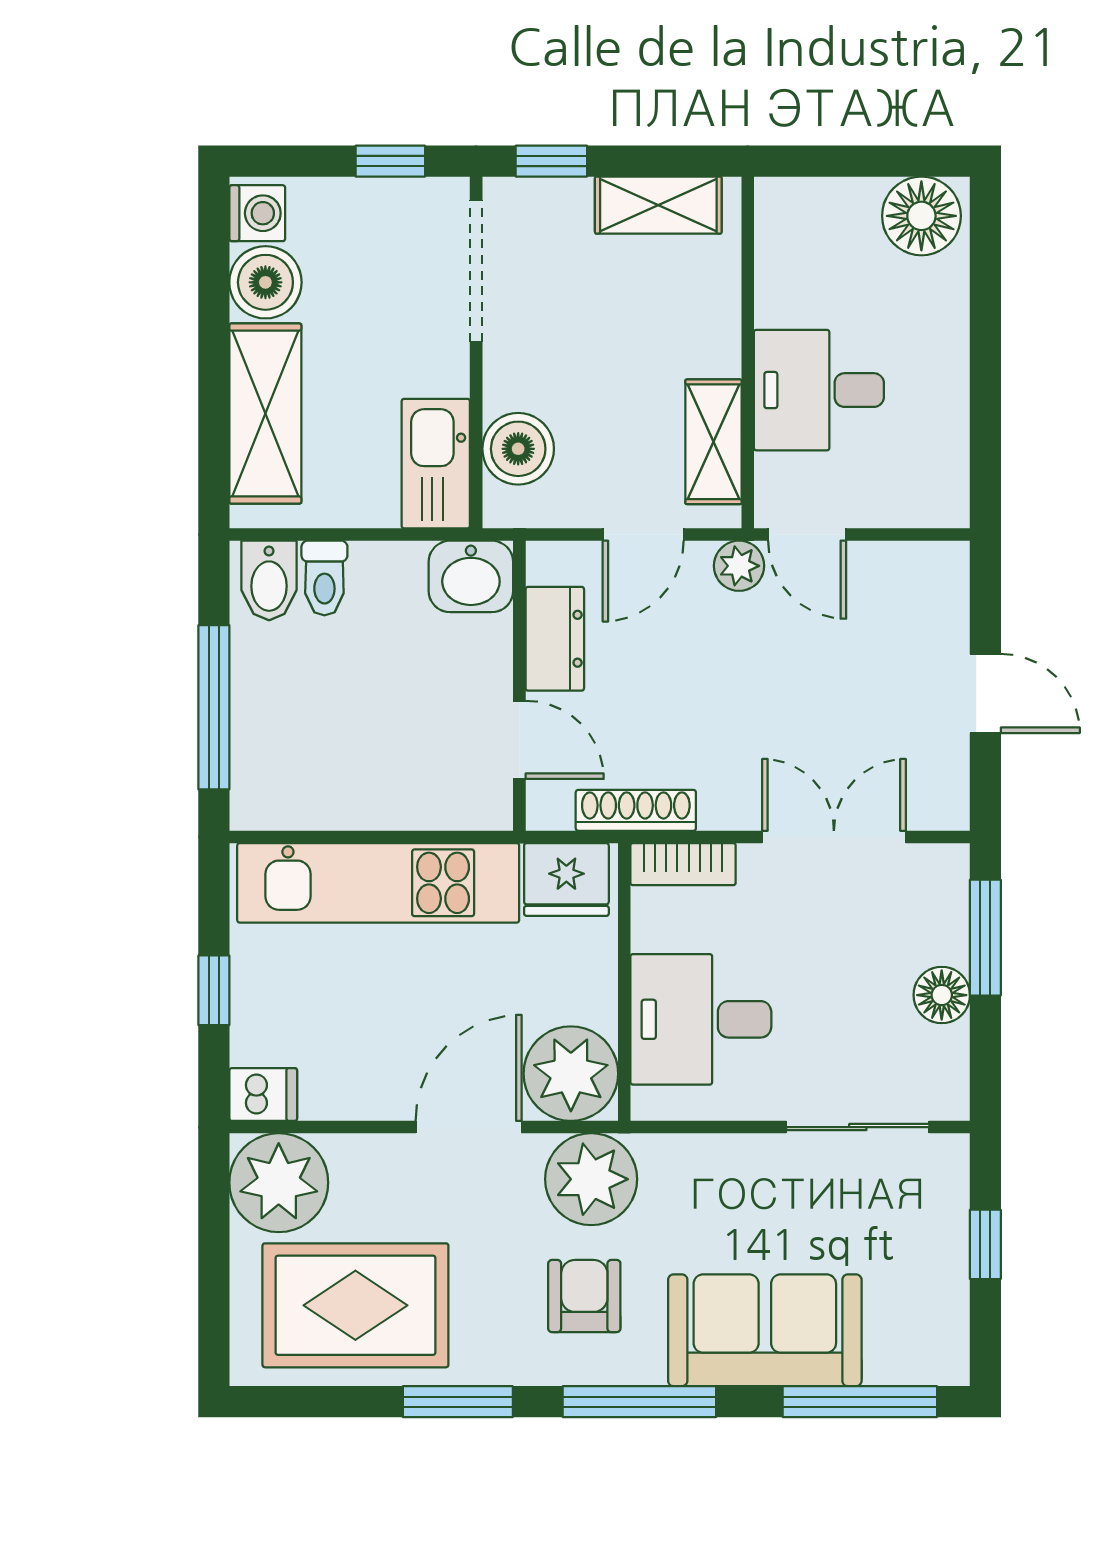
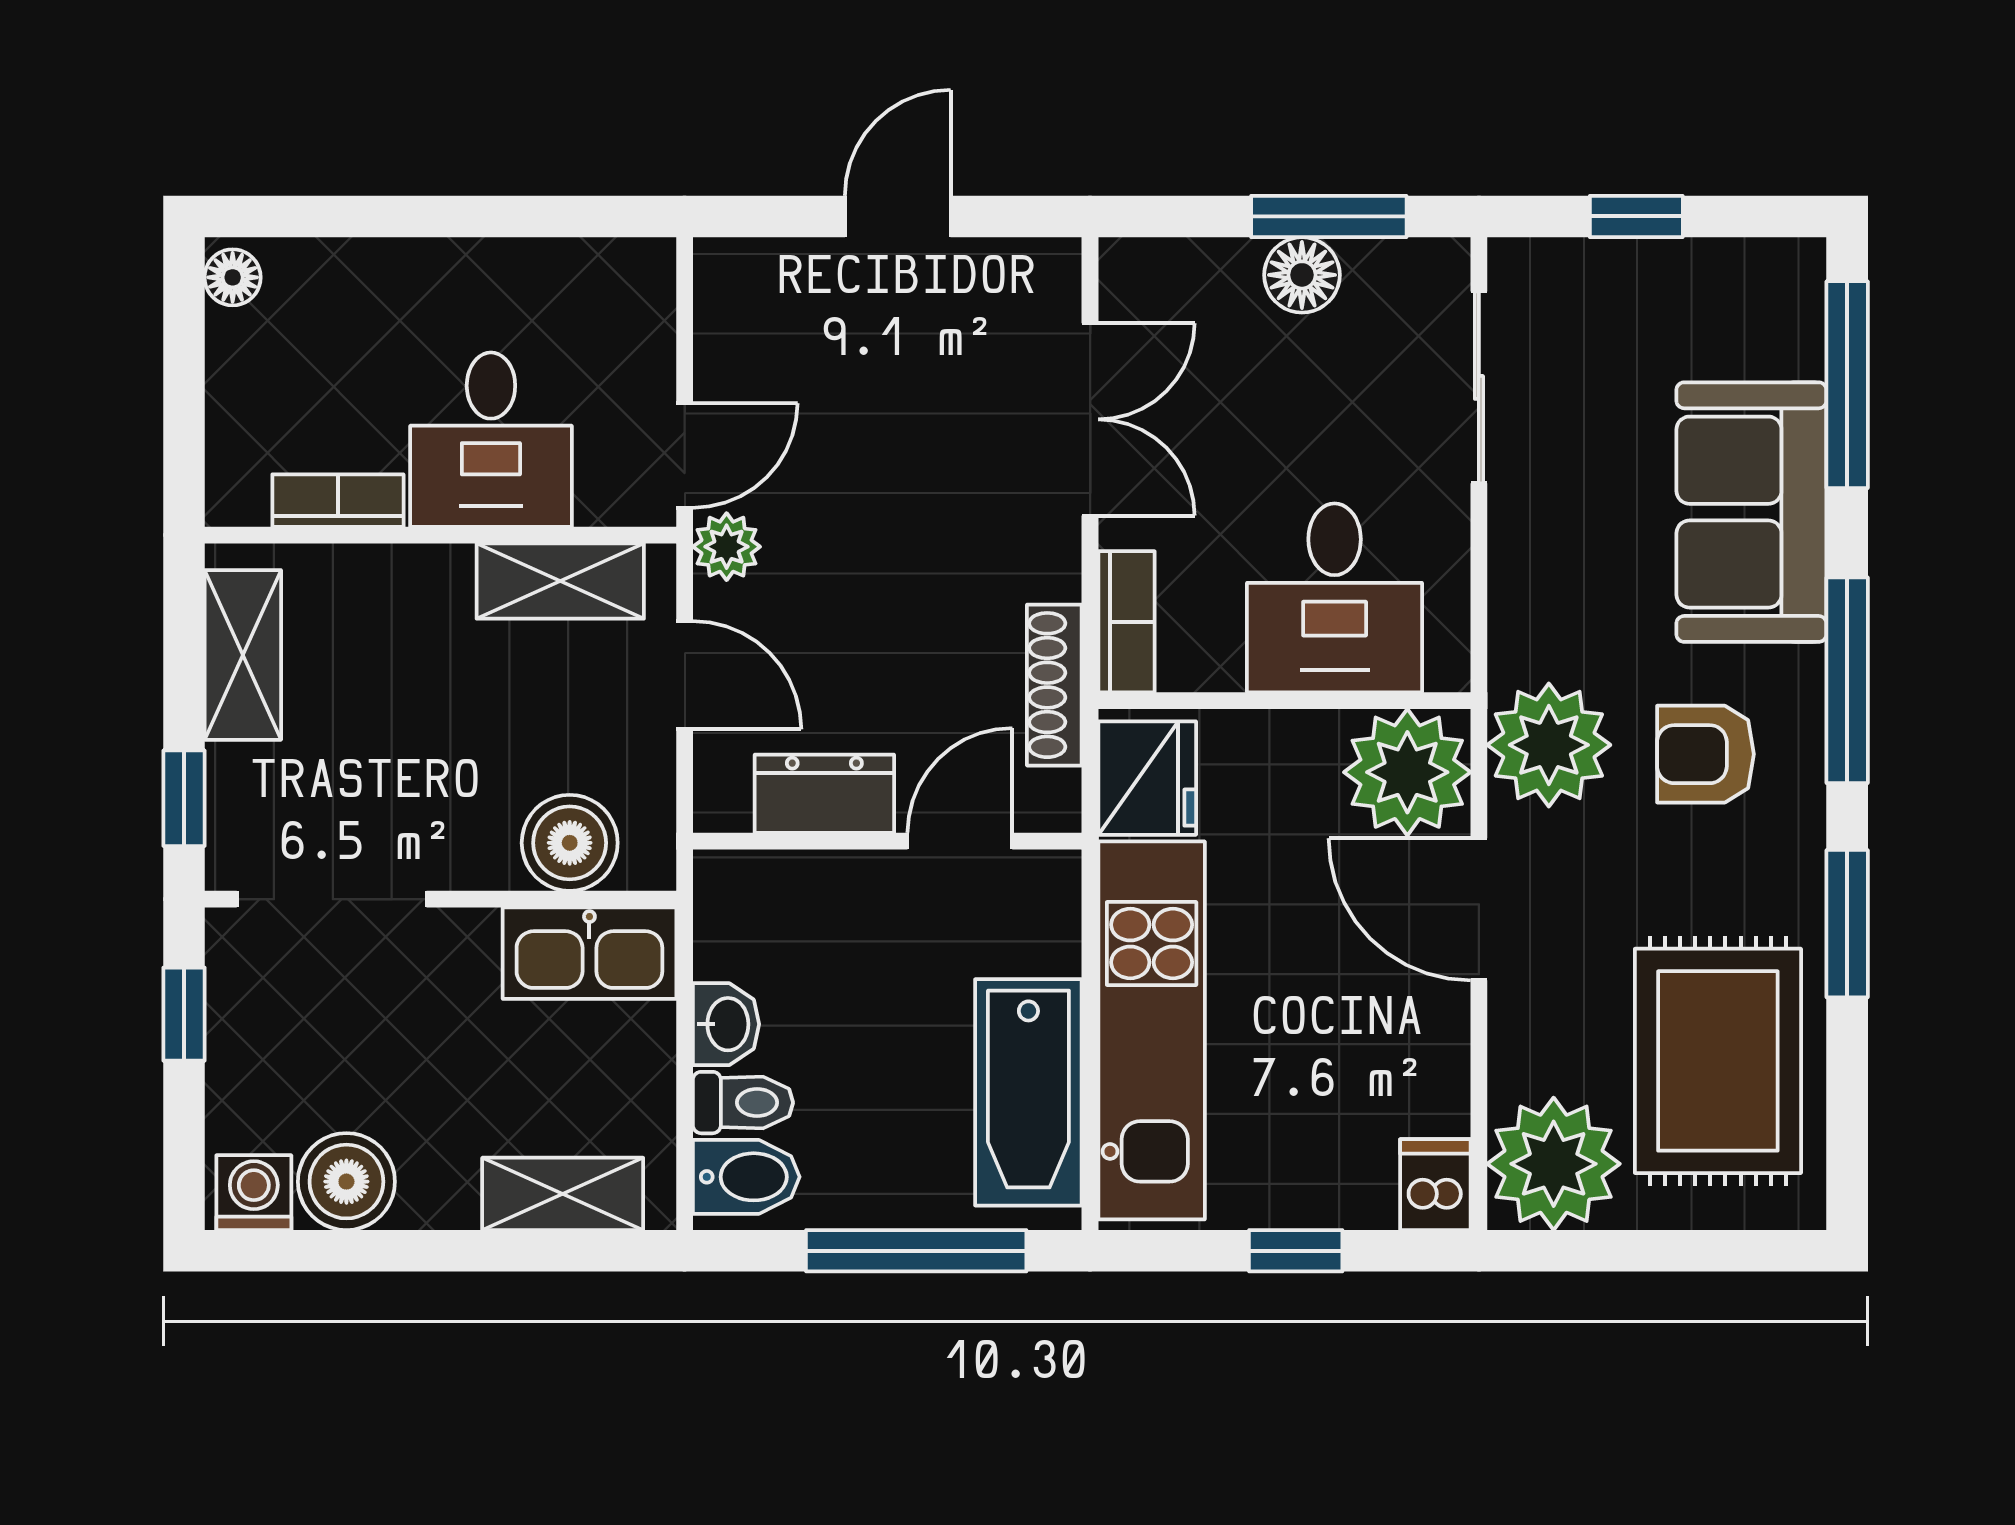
floor lamp: (921, 216) -> (233, 277), width x0.53, depth x0.53
bookcase: (773, 276) -> (338, 501), added
shelving: (265, 414) -> (563, 1194), width x0.67, depth x0.75
washbasin: (471, 576) -> (726, 1024), moved, width x0.72, depth x0.69
bathtub: (332, 791) -> (1028, 1092), added
double door: (834, 837) -> (1090, 419), swing flipped
window: (985, 938) -> (1329, 216), moved

